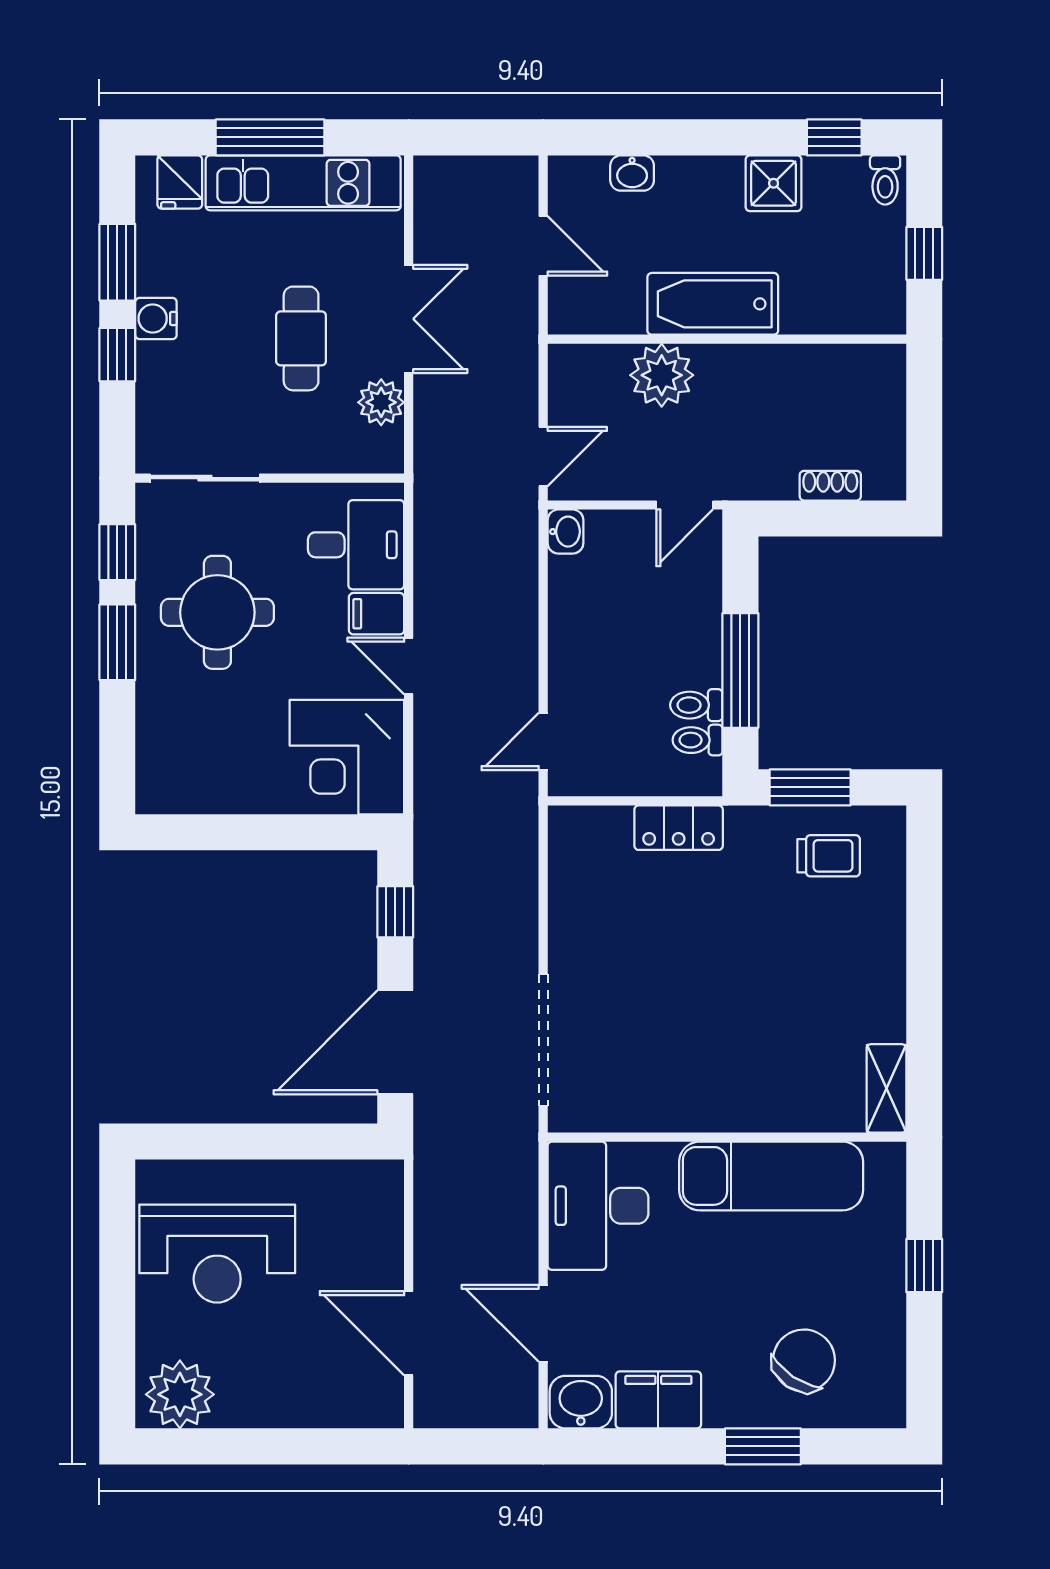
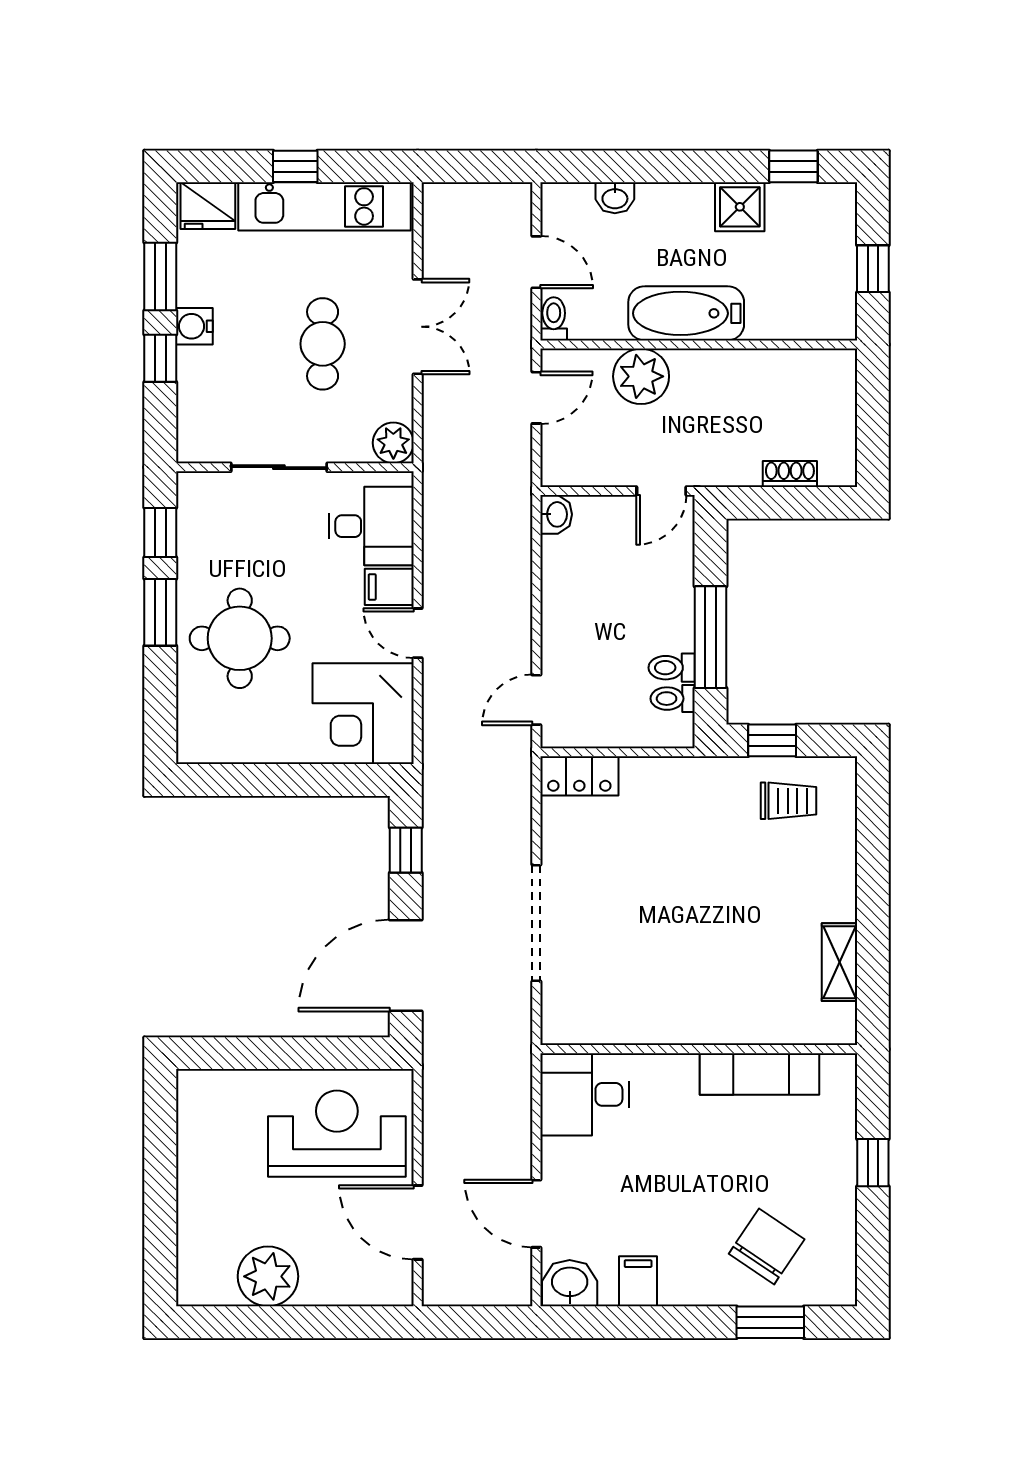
window: (270, 137) -> (295, 166), width x0.46
toilet: (885, 180) -> (554, 319), moved, turned 180
fridge: (180, 182) -> (208, 206), width x1.38
plant: (381, 402) -> (393, 443), moved
door: (543, 457) -> (536, 398), moved
sliding door: (205, 478) -> (279, 467), moved
round table: (217, 612) -> (240, 638), moved
window: (810, 787) -> (772, 740), width x0.67
locker: (679, 828) -> (579, 776), moved
doorway: (543, 1040) -> (536, 923), moved
shelving: (886, 1088) -> (839, 962), moved
exam couch: (771, 1176) -> (759, 1074), width x0.73, depth x0.69
desk: (598, 1206) -> (585, 1094), width x0.73
reception desk: (217, 1254) -> (337, 1134), moved, turned 180
plant: (180, 1394) -> (268, 1276), moved
filing cabinet: (658, 1400) -> (638, 1281), width x0.50
window: (763, 1446) -> (770, 1322), moved

